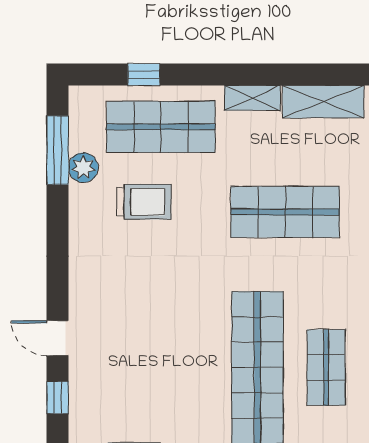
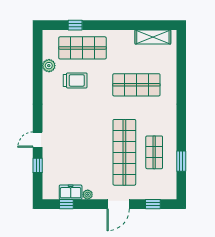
shelving: (252, 98) -> (122, 35), removed
window: (57, 150) -> (38, 58), removed
door: (57, 338) -> (38, 140), hinge flipped

